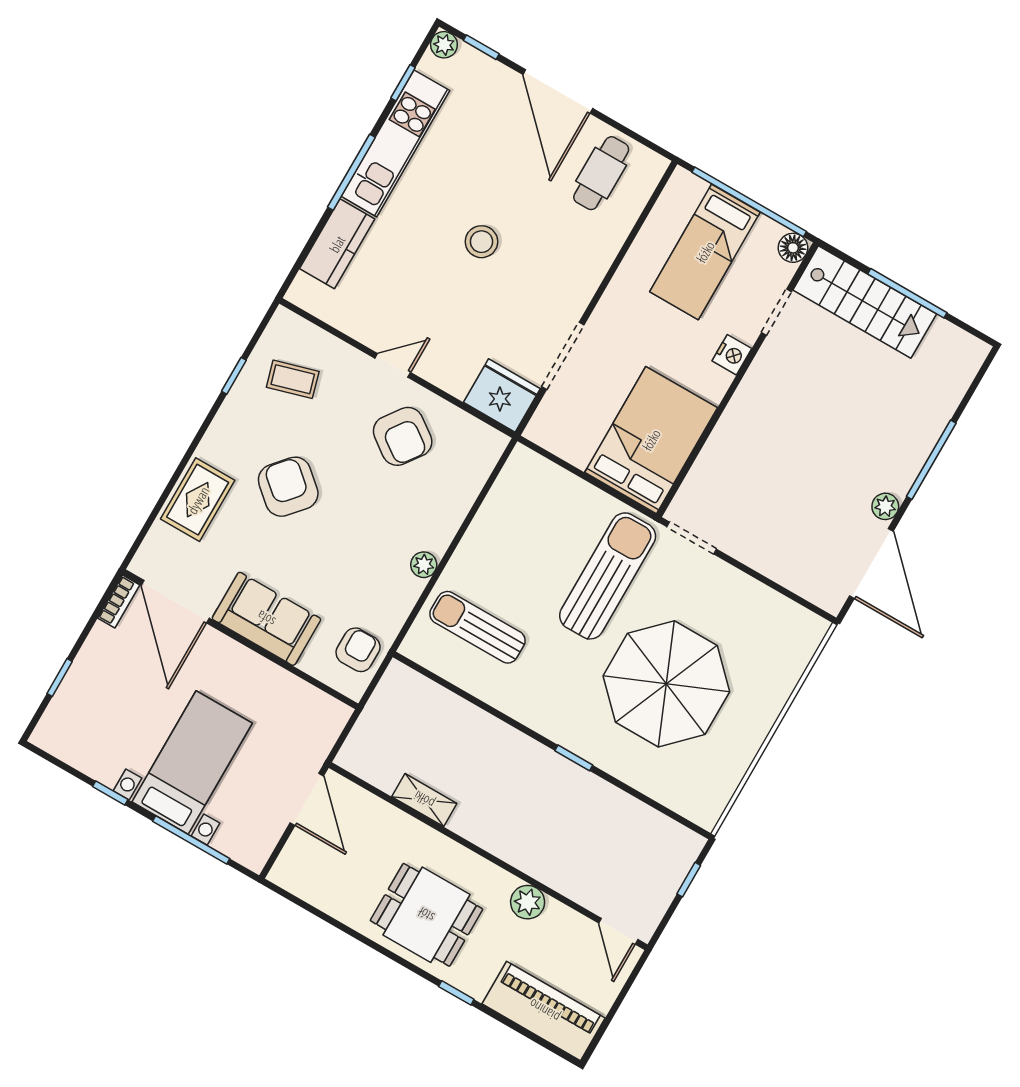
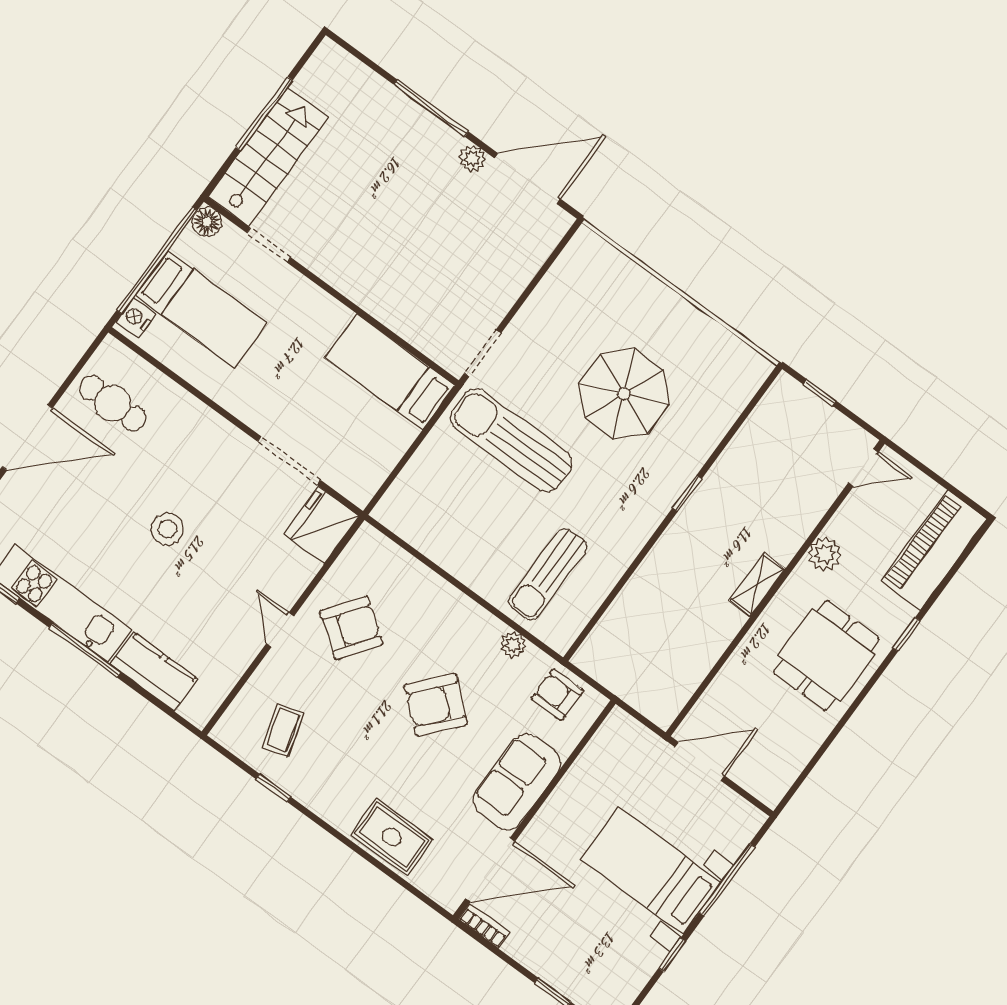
nightstand: (732, 355) -> (136, 318), moved, turned -90
bed: (651, 440) -> (390, 372), width x0.67
armchair: (288, 487) -> (436, 705), moved
plant: (424, 565) -> (513, 645), moved
parasol: (666, 684) -> (624, 394), width x0.73, depth x0.73
shelving: (424, 800) -> (757, 585), moved

